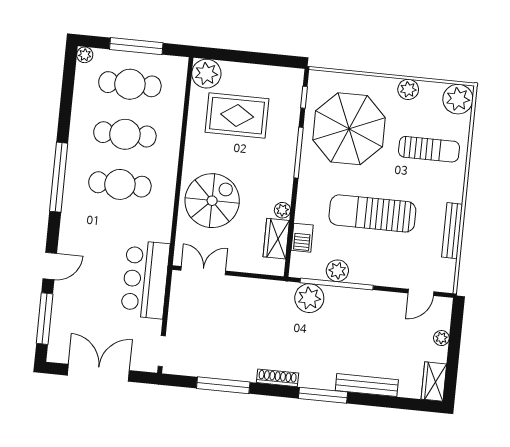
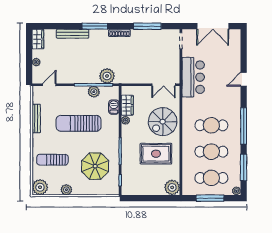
rug: (237, 116) -> (156, 154), moved
parasol: (349, 129) -> (95, 166), width x0.73, depth x0.73
sun lounger: (372, 213) -> (79, 123), turned 180
window: (45, 319) -> (244, 167), moved

